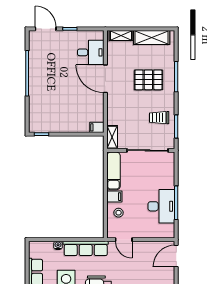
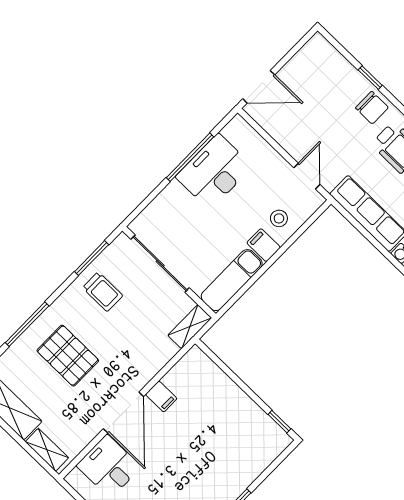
filing cabinet: (97, 127) -> (161, 396), moved

